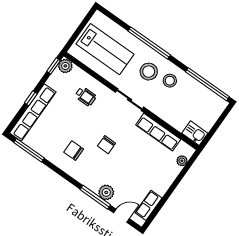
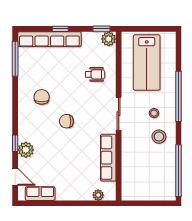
stool: (149, 72) -> (154, 113), width x0.53, depth x0.53
wheelchair: (86, 96) -> (95, 74), turned -90
kitchen sink: (195, 133) -> (129, 189), removed
window: (95, 197) -> (15, 143), width x0.46

